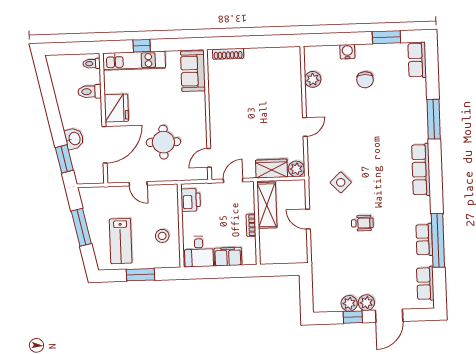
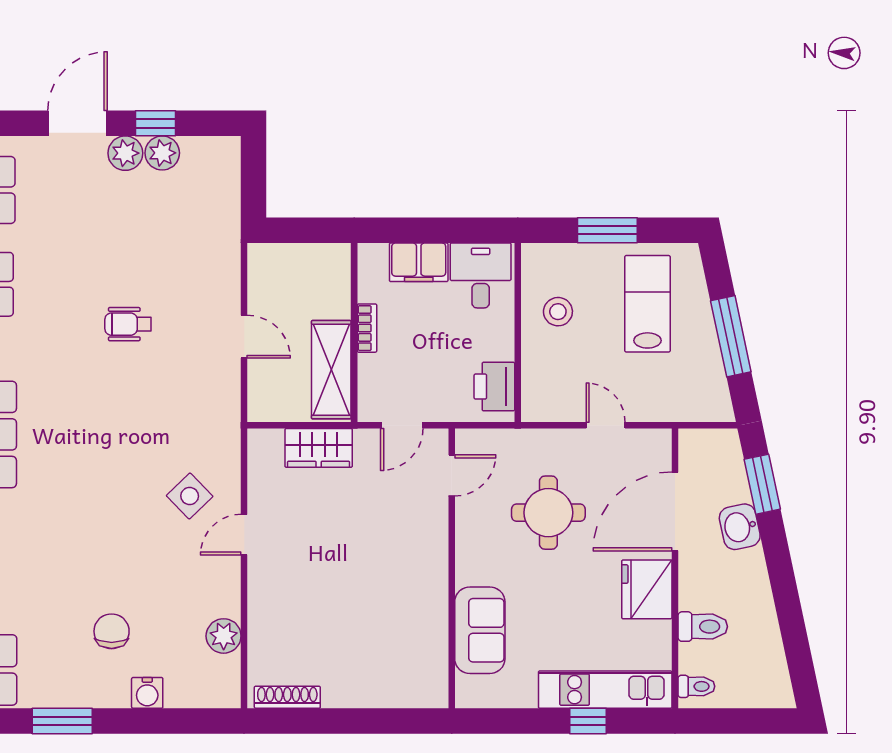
shoe rack: (228, 54) -> (287, 697), moved
sofa: (193, 71) -> (480, 630), moved
plant: (296, 169) -> (266, 445), removed
side table: (341, 182) -> (190, 496), moved

